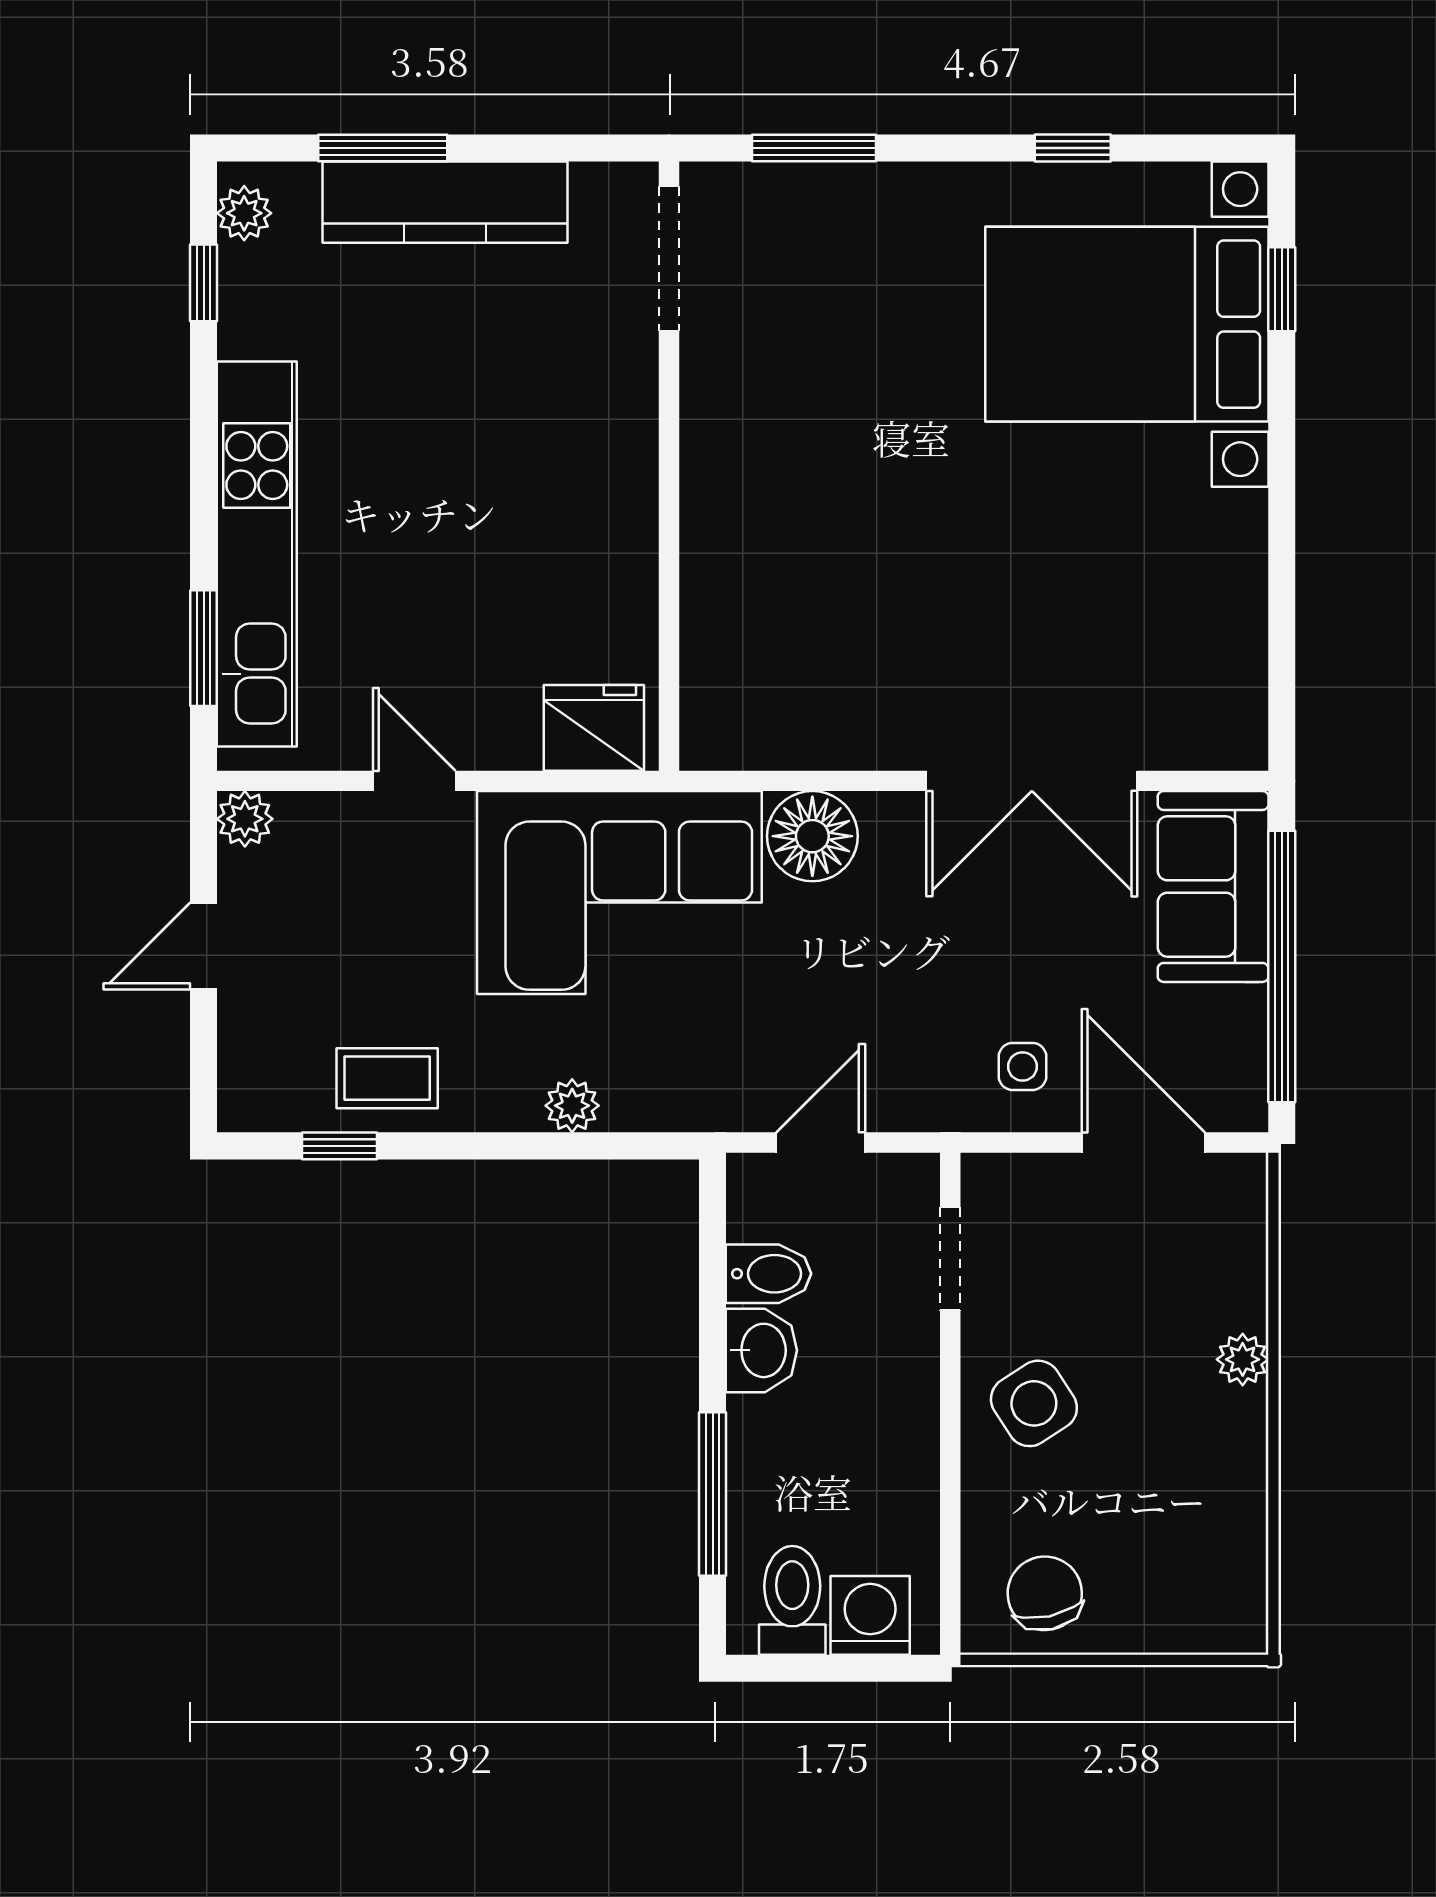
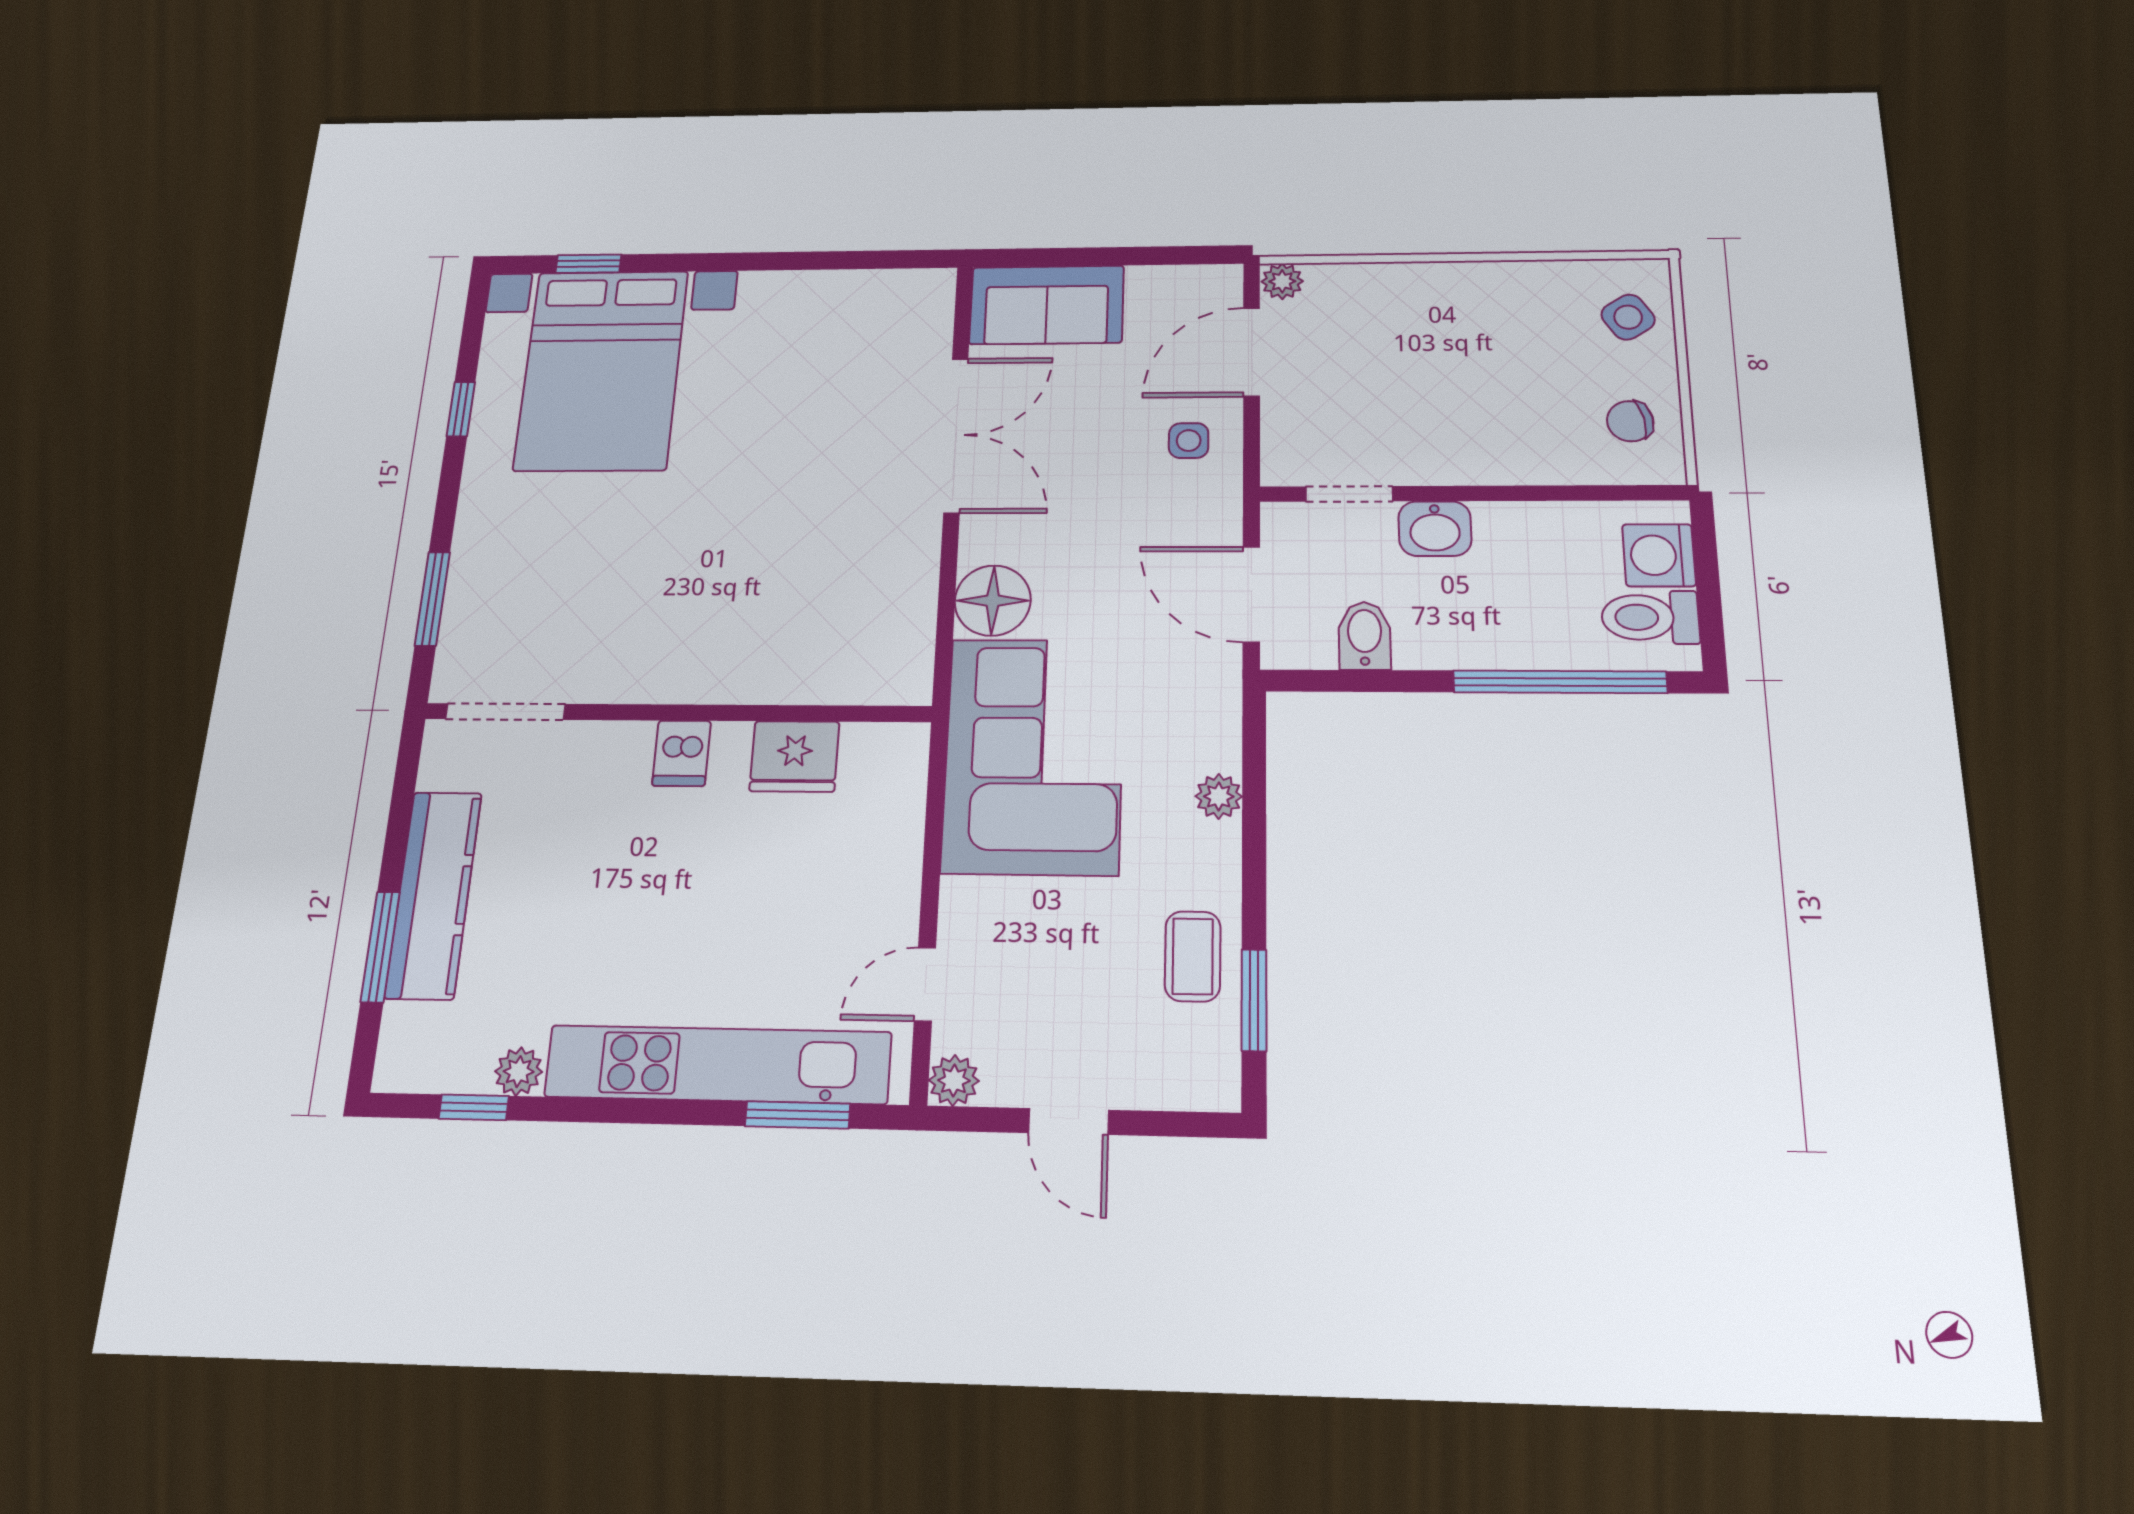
plant: (244, 213) -> (519, 1072), moved
dishwasher: (619, 478) -> (682, 753), added
fridge: (594, 728) -> (794, 756), moved, turned -90
door: (414, 781) -> (925, 984), moved
window: (1282, 967) -> (1112, 256), removed
door: (821, 1143) -> (1251, 594), width x1.38
window: (340, 1146) -> (1254, 1000), width x1.50
washbasin: (761, 1350) -> (1435, 529), moved, turned 180
plant: (1243, 1359) -> (1282, 281), moved
side table: (1034, 1403) -> (1628, 317), moved, width x0.73, depth x0.73
window: (713, 1494) -> (1560, 682), width x1.46
chair: (1045, 1593) -> (1630, 421), width x0.73, depth x0.73

